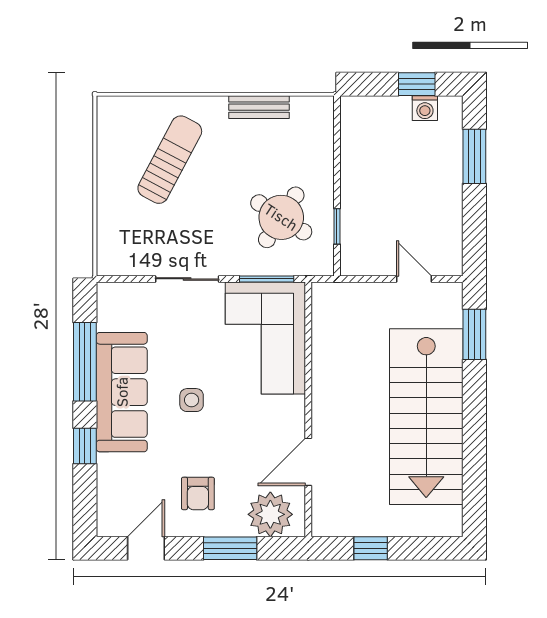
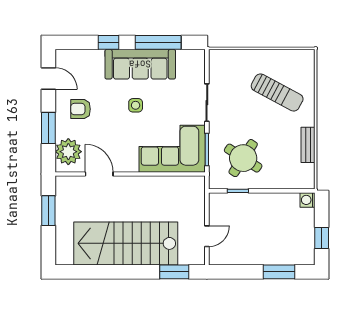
washing machine: (425, 108) -> (307, 200), moved
window: (371, 548) -> (48, 211), width x1.50

